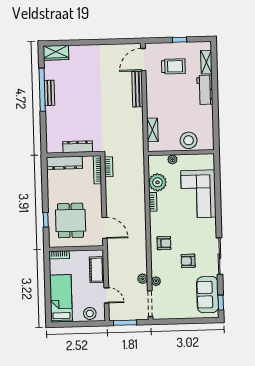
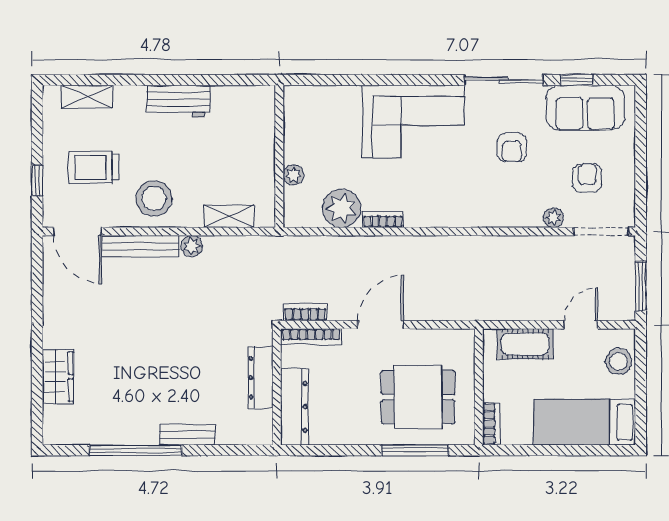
window: (180, 40) -> (37, 181), moved
wardrobe: (56, 53) -> (58, 377), moved
trolley: (173, 66) -> (94, 167), turned -90
workbench: (205, 90) -> (178, 101), moved
bench: (49, 93) -> (187, 435), moved
stool: (189, 140) -> (154, 198), moved
corner sofa: (198, 194) -> (413, 121), moved
window: (46, 220) -> (415, 450), width x2.17
door: (105, 228) -> (381, 325), moved
armchair: (164, 243) -> (587, 178), moved
plant: (143, 279) -> (192, 246), moved
window: (221, 303) -> (577, 80), moved

